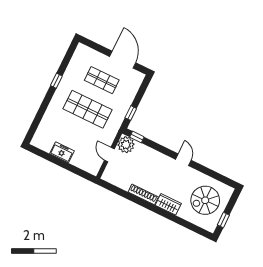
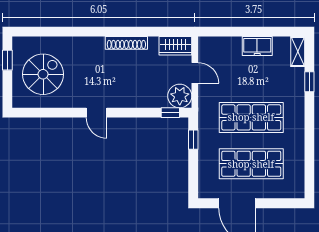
shop shelf: (102, 80) -> (251, 164), width x1.43, depth x1.36
window: (56, 81) -> (309, 82), moved
shelving: (38, 136) -> (298, 52), added
wardrobe: (168, 204) -> (175, 46), moved

